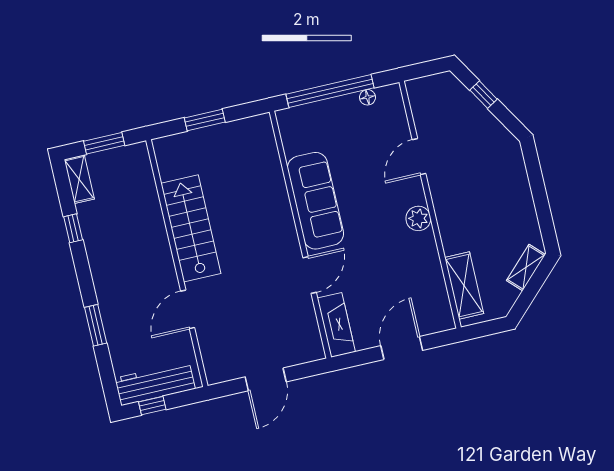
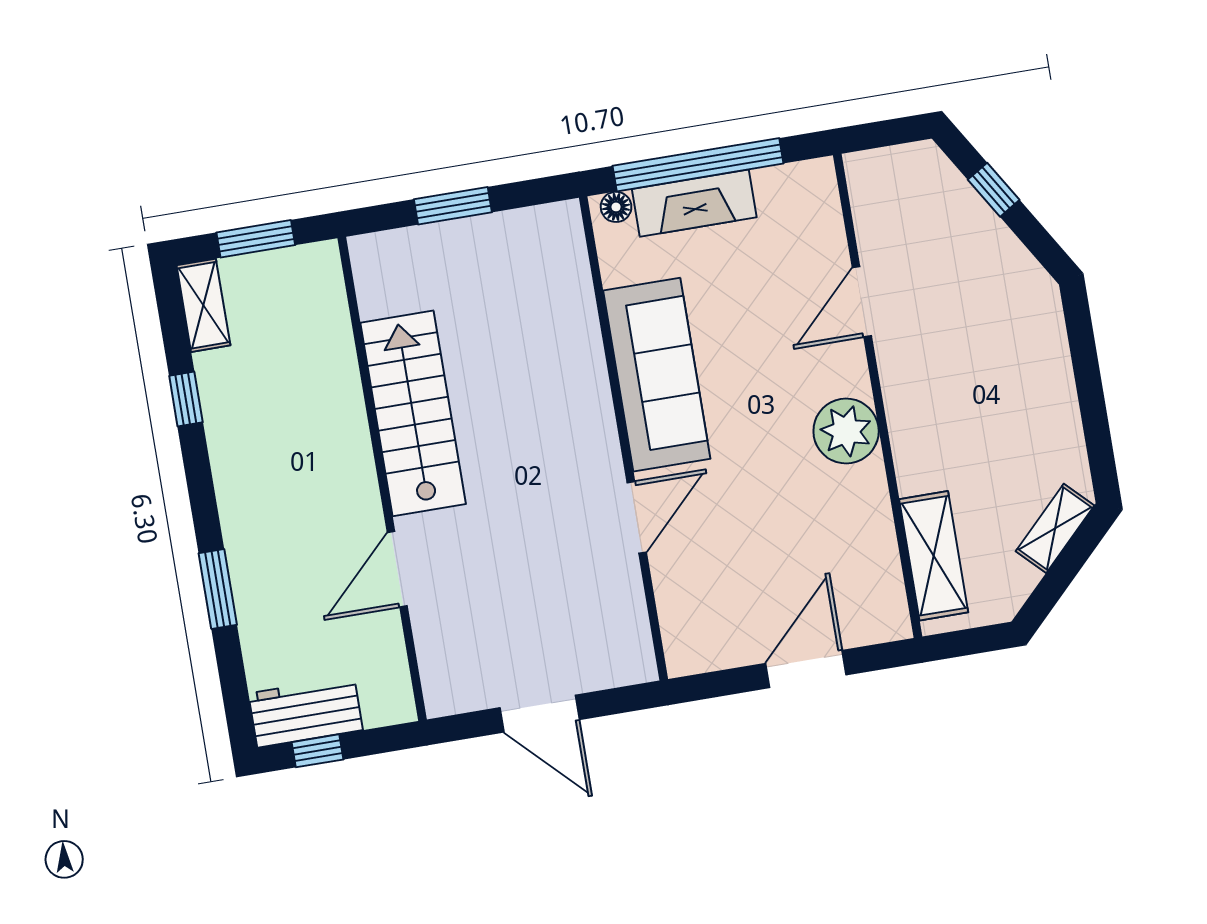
floor lamp: (367, 97) -> (616, 207), moved
plant: (418, 218) -> (846, 431), width x1.36, depth x1.36
fireplace: (336, 325) -> (694, 203), moved, turned 90
door: (266, 379) -> (540, 714), hinge flipped
workbench: (155, 383) -> (306, 712), width x0.73

